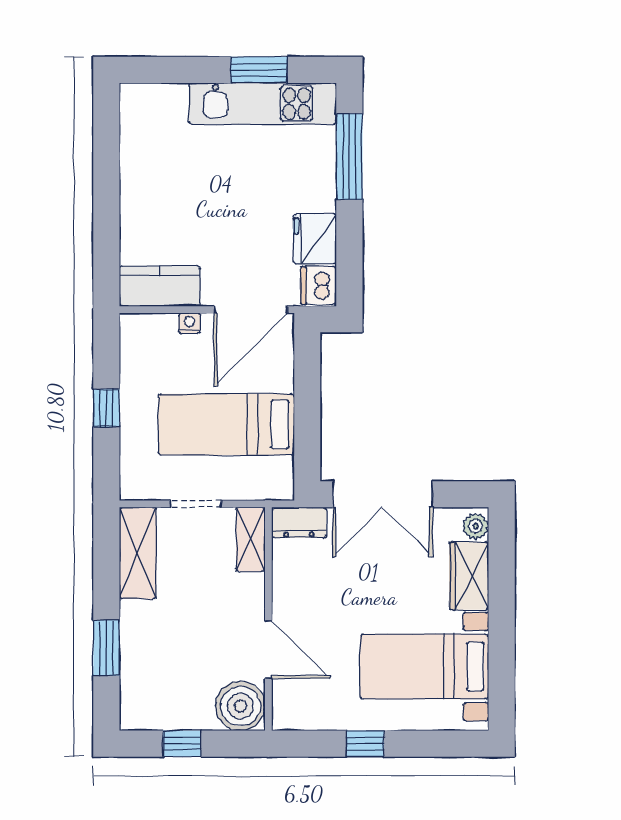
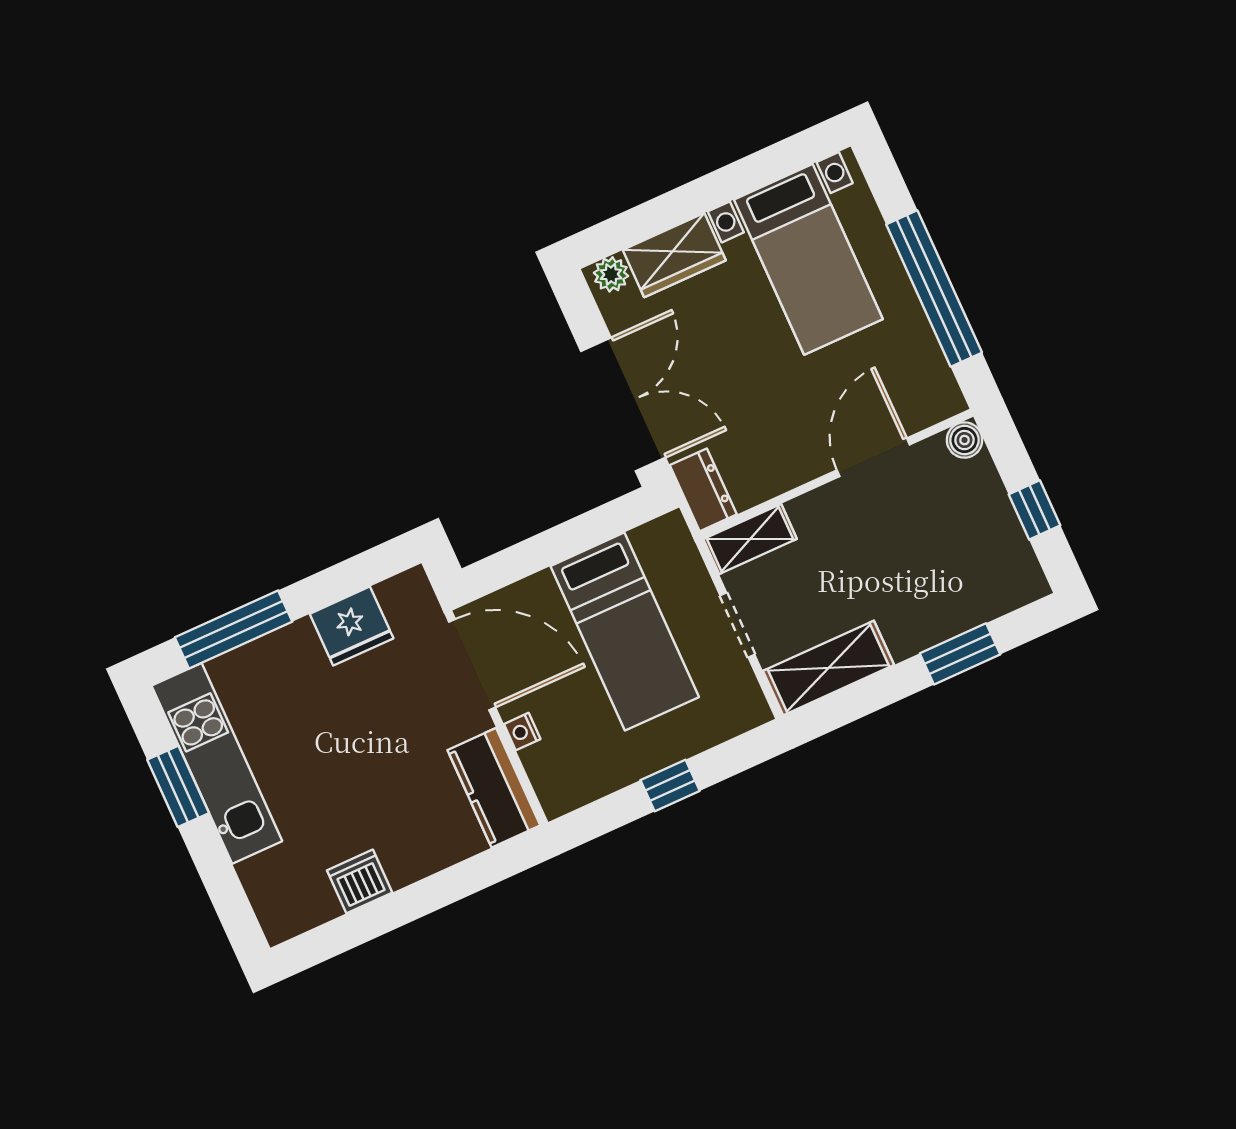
dishwasher: (319, 285) -> (360, 881), moved, turned 180
boiler: (240, 706) -> (964, 440), width x0.54, depth x0.54
window: (365, 744) -> (934, 289), width x3.17

